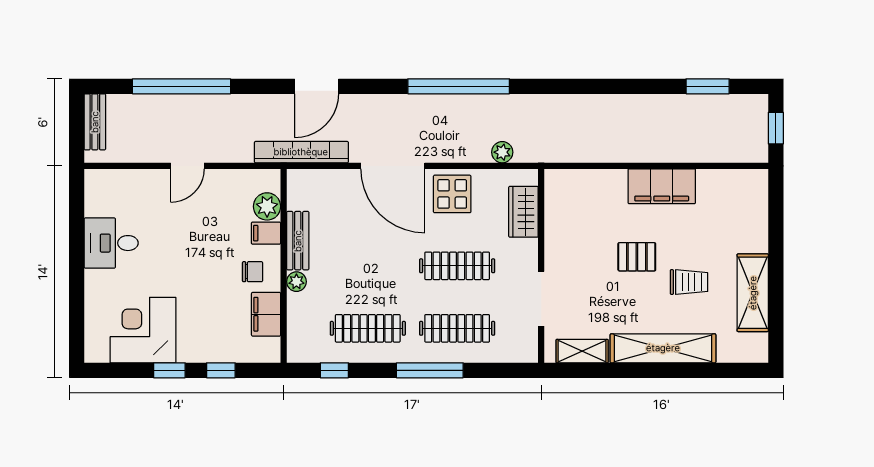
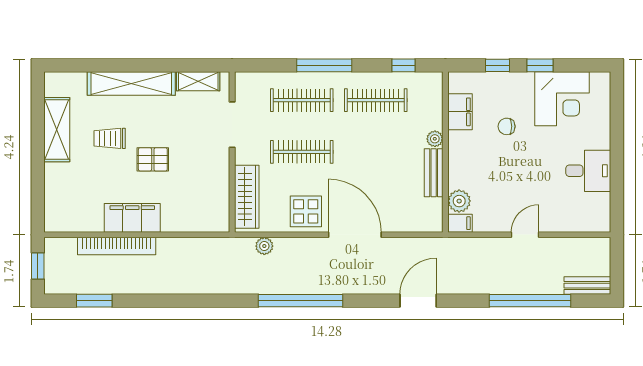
bench: (95, 122) -> (587, 286), moved, turned 90
bookcase: (301, 152) -> (117, 246), moved
wardrobe: (523, 212) -> (247, 197), width x1.50
filing cabinet: (266, 233) -> (460, 223), moved
chair: (253, 272) -> (507, 126), moved

